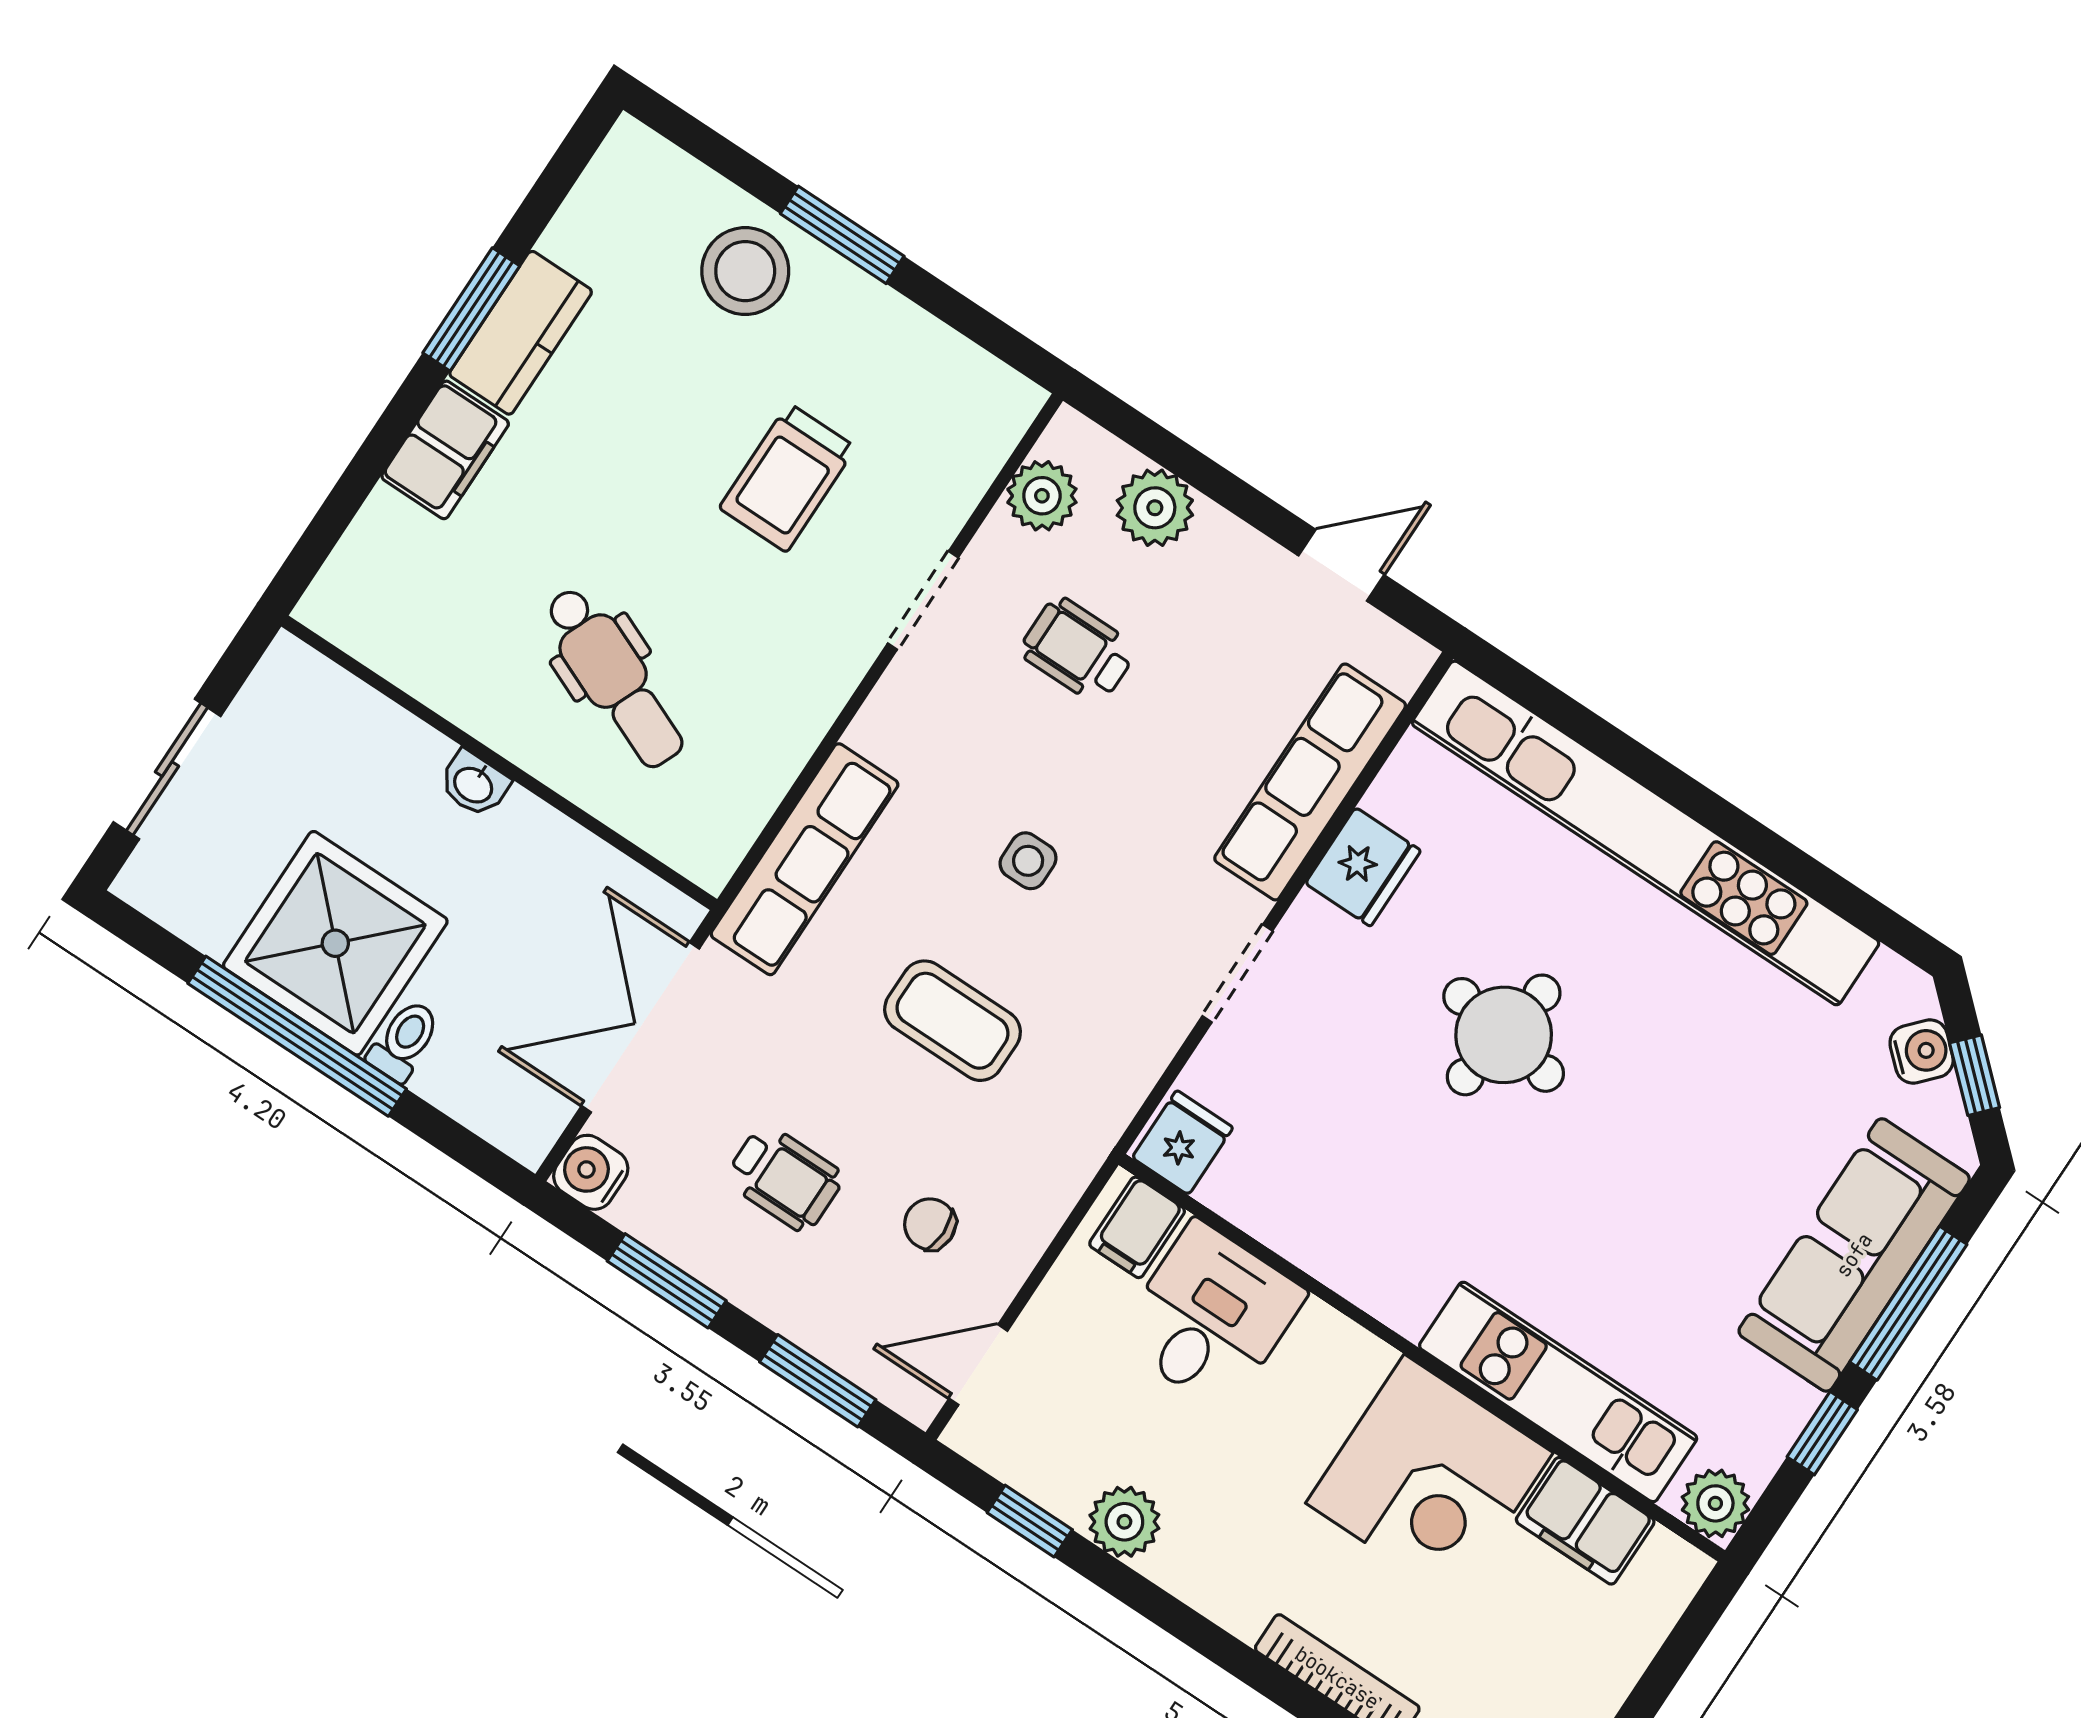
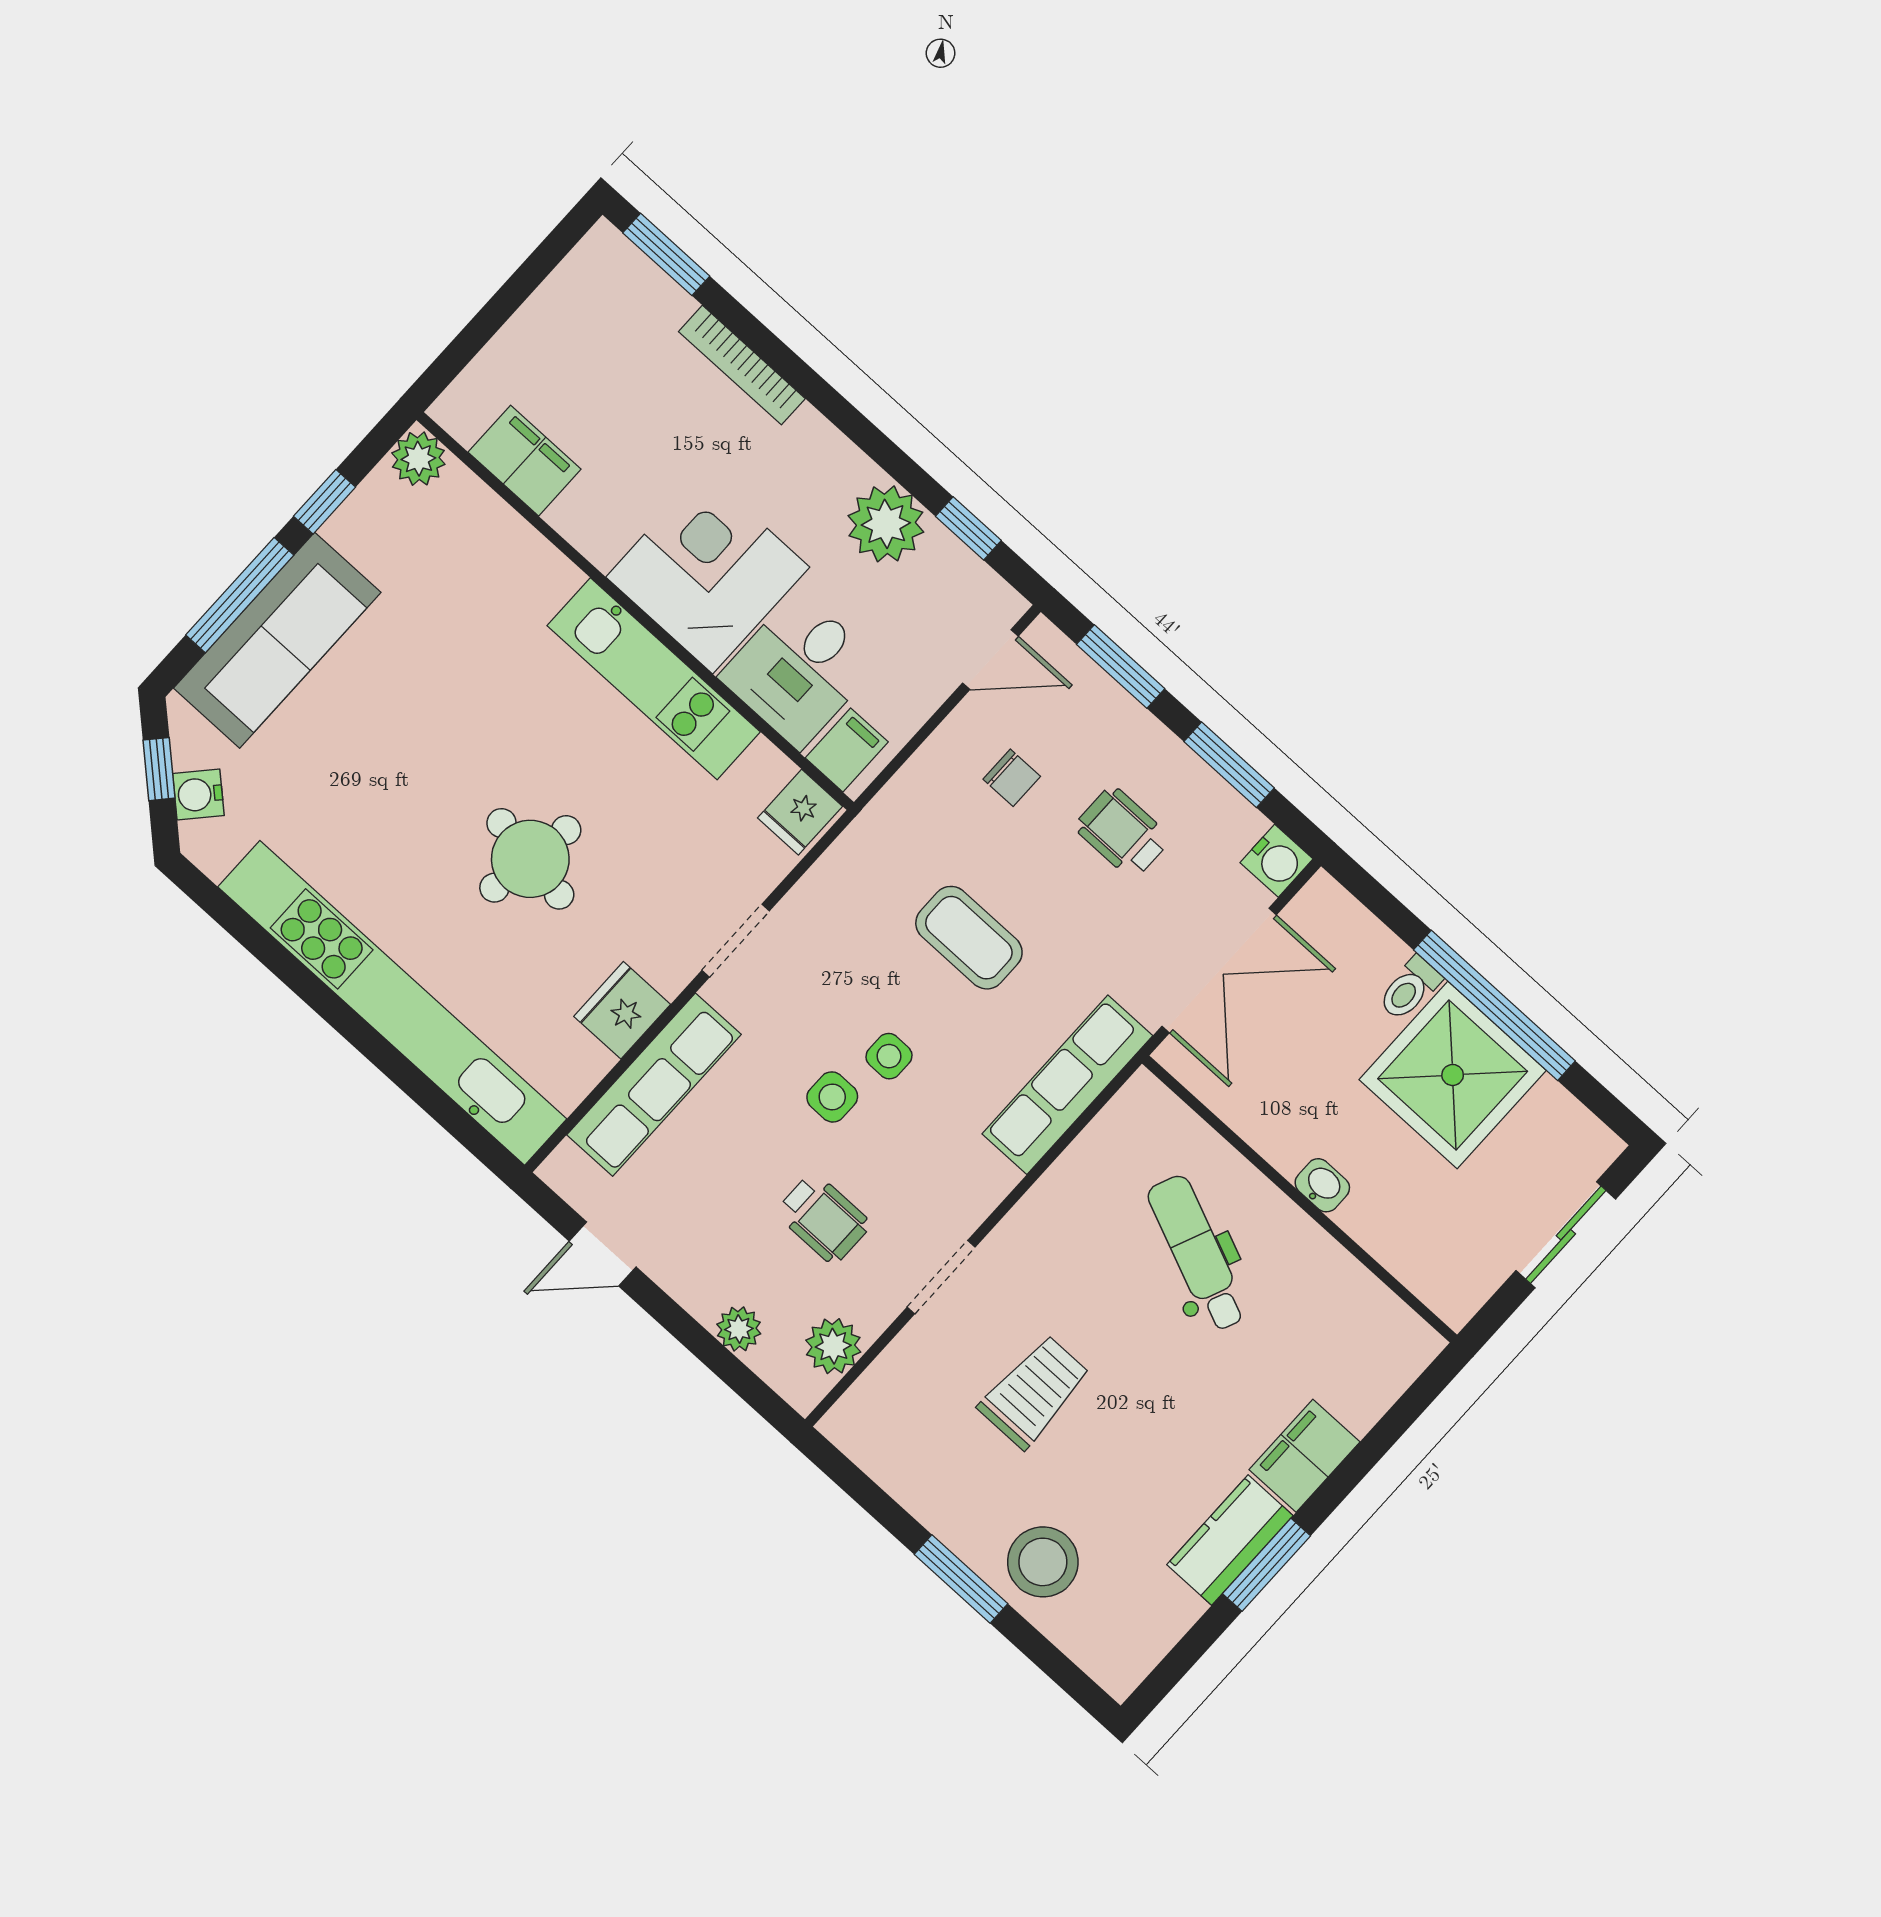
plant: (1155, 508) -> (739, 1329), width x0.73, depth x0.73
side table: (1090, 800) -> (832, 1097), added
kitchen unit: (1558, 1392) -> (654, 679), moved
corner desk: (1429, 1478) -> (708, 572), moved
plant: (1124, 1522) -> (886, 524), width x1.36, depth x1.36

